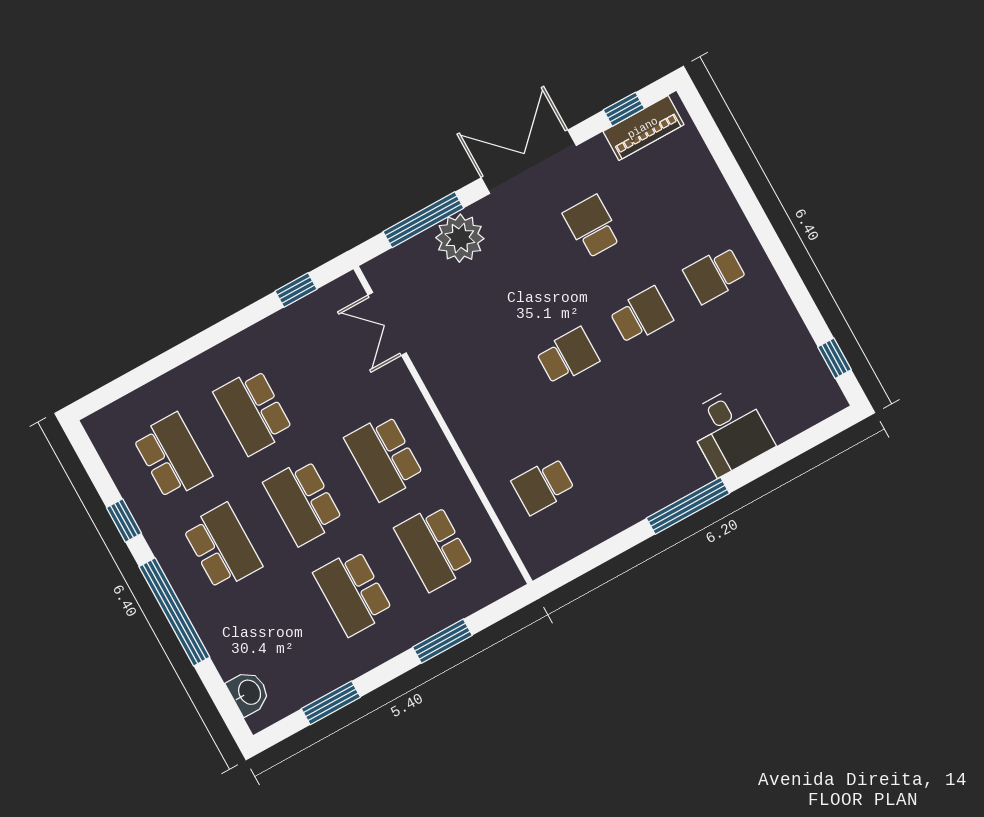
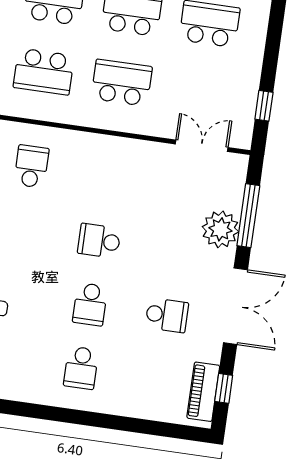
school desk: (715, 275) -> (81, 368), turned 180
school desk: (568, 356) -> (99, 241), turned 90
school desk: (434, 548) -> (44, 72), turned 180

